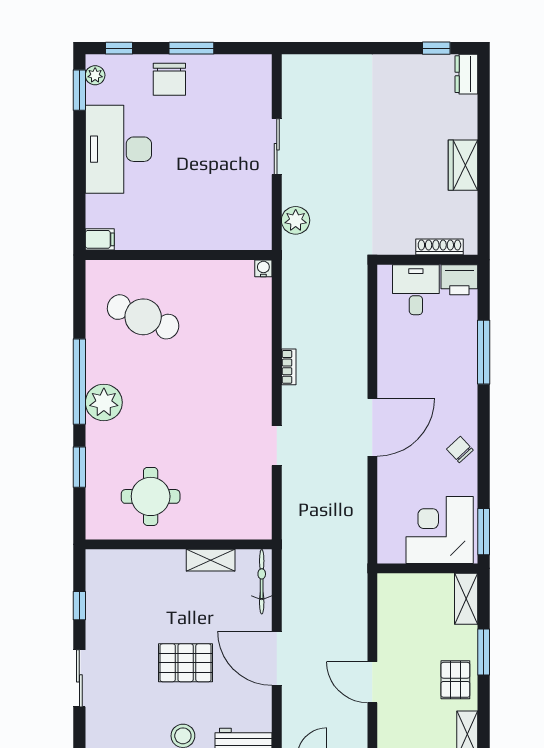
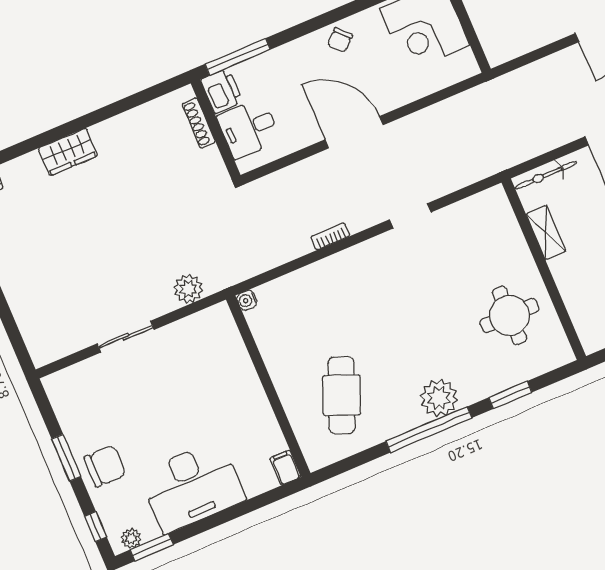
shoe rack: (439, 247) -> (199, 123), moved
wall: (427, 260) -> (216, 129), moved
printer: (459, 280) -> (222, 91), moved
desk: (416, 290) -> (249, 128), moved

